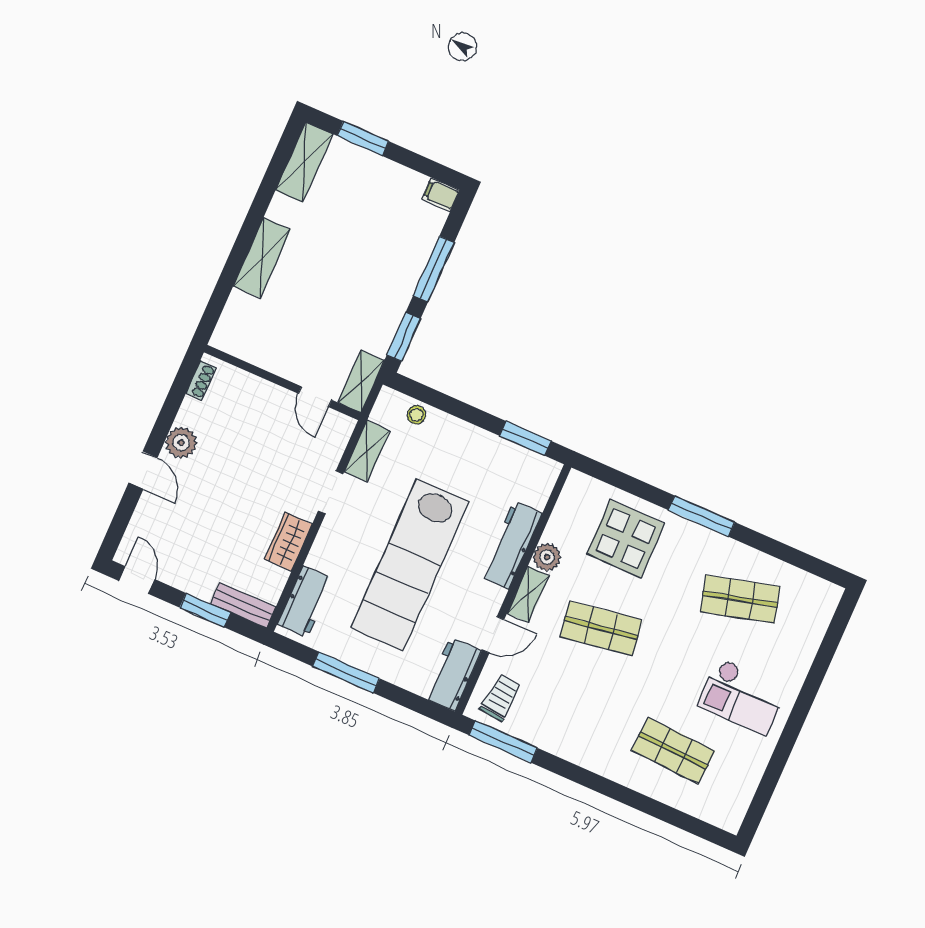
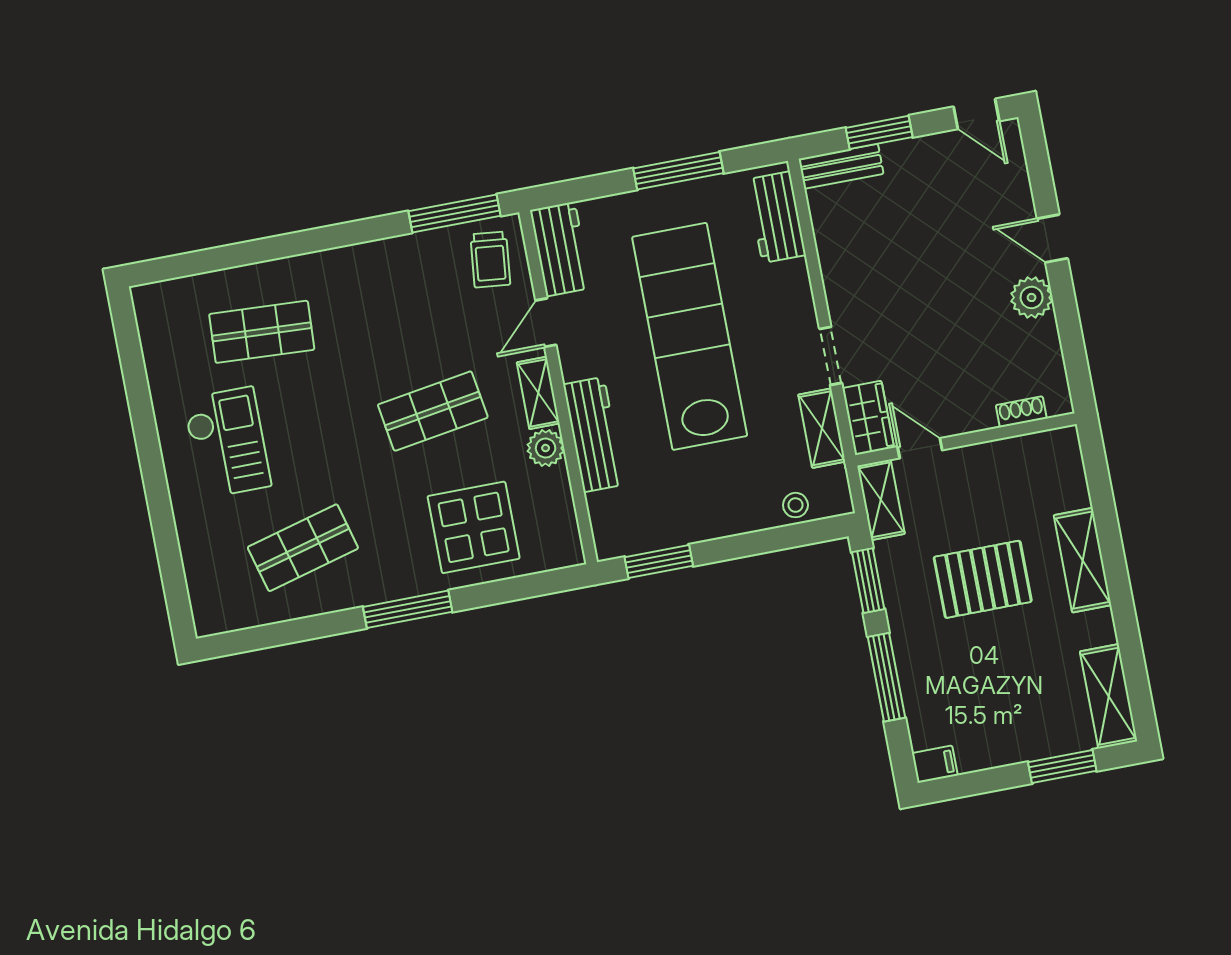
pallet: (332, 289) -> (983, 579), added
shoe rack: (201, 380) -> (1021, 412), moved, turned 90
wardrobe: (288, 542) -> (868, 418), moved
checkout: (742, 697) -> (227, 443), turned 90

